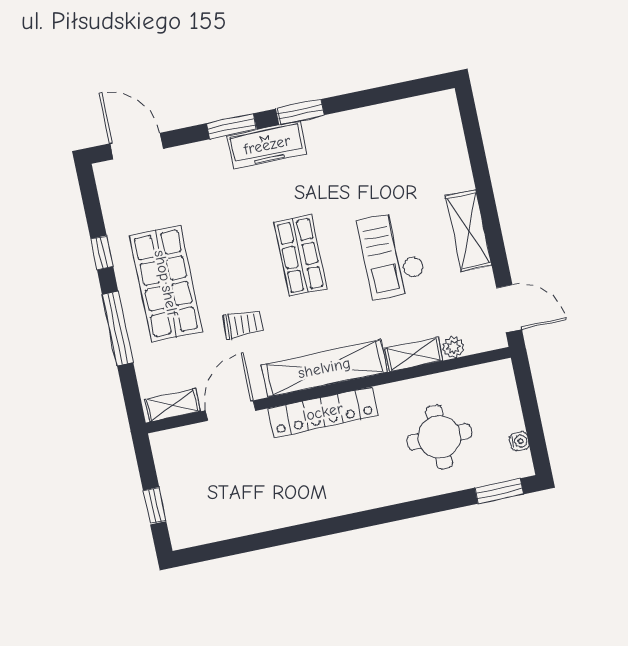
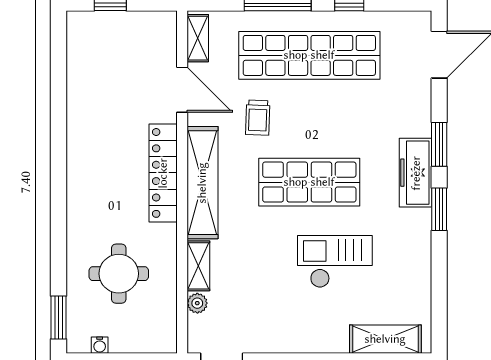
shelving: (469, 231) -> (385, 339), moved
shop shelf: (300, 255) -> (309, 182), width x1.43, depth x1.36
checkout: (392, 255) -> (335, 261), moved
shop shelf: (166, 283) -> (309, 55), width x1.40

